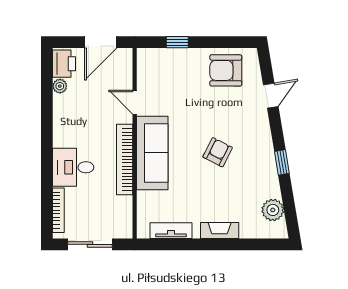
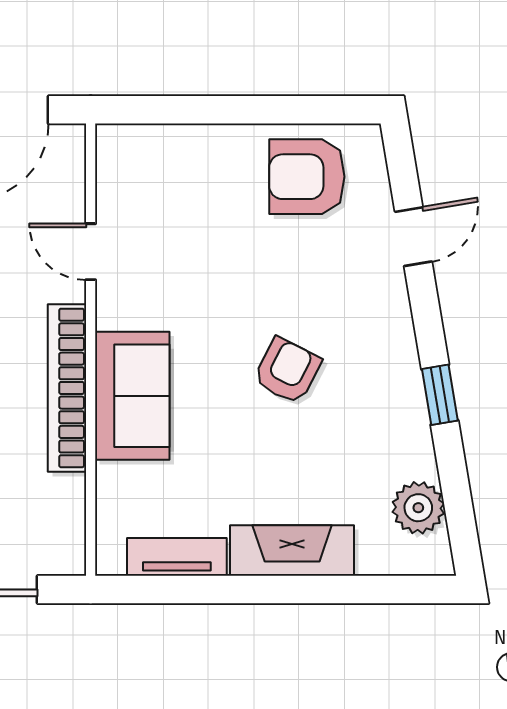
window: (177, 42) -> (192, 110), removed
sofa: (152, 153) -> (132, 396), width x0.73
fireplace: (220, 231) -> (292, 550), width x1.37, depth x1.32

